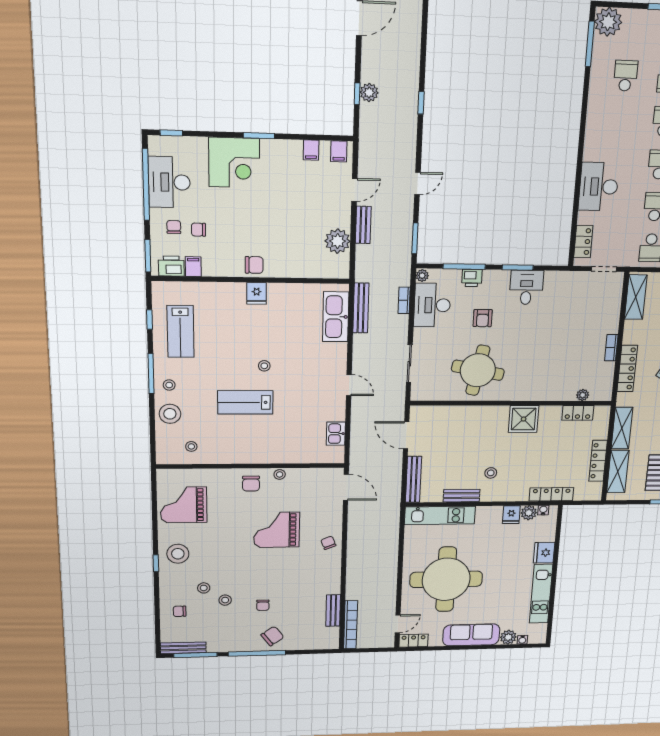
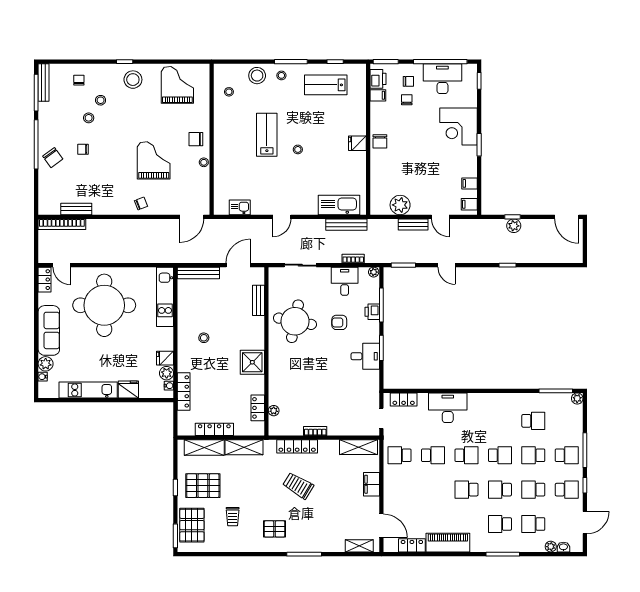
plant: (608, 22) -> (577, 398), width x0.53, depth x0.53
desk: (432, 305) -> (345, 281), width x0.73
bench: (462, 496) -> (259, 300), moved

